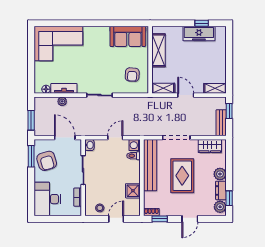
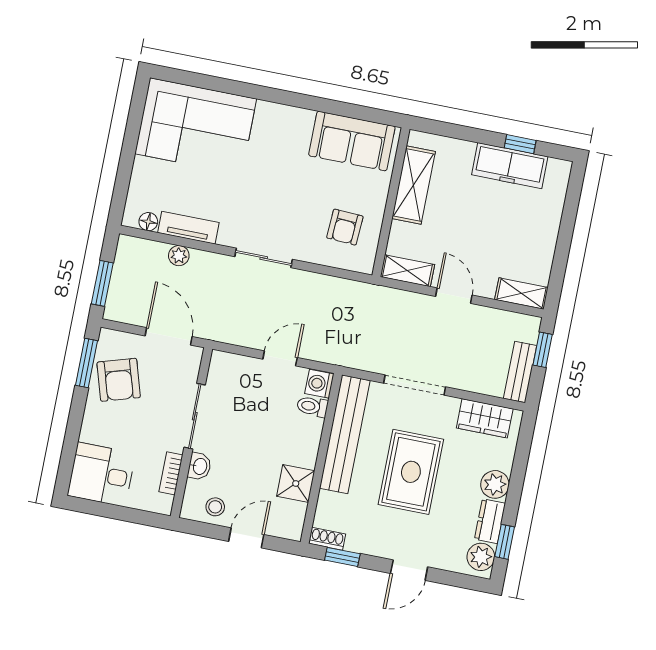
washbasin: (89, 145) -> (199, 466), moved
desk: (47, 199) -> (101, 474), width x0.73

